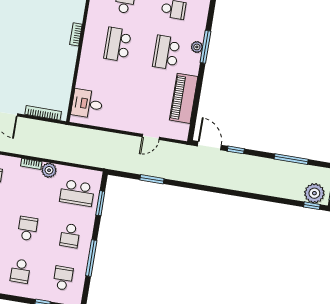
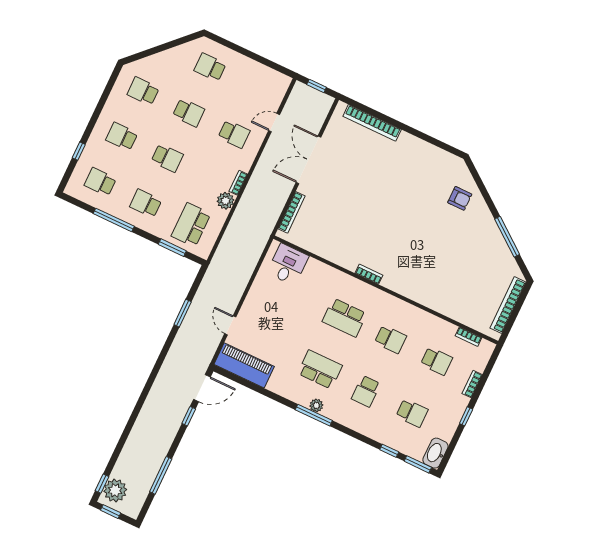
school desk: (118, 44) -> (344, 318), turned 180
piano: (184, 98) -> (244, 365), moved
school desk: (63, 278) -> (100, 182), turned 180

